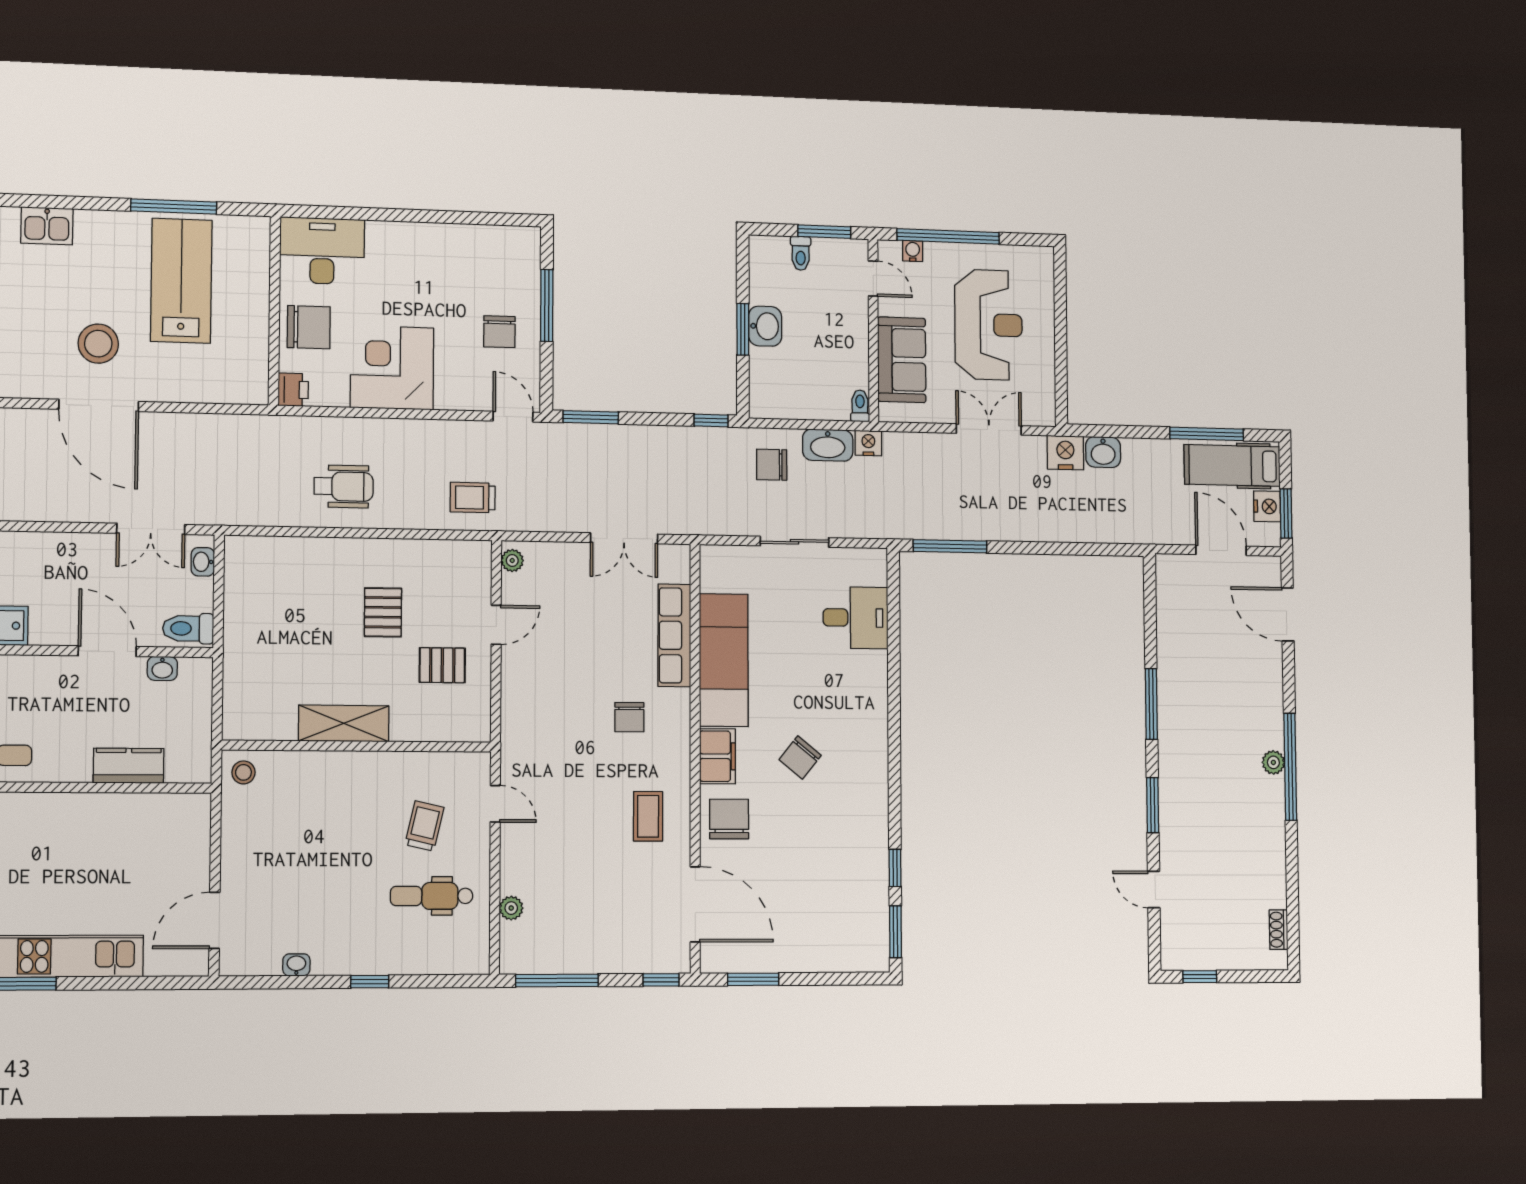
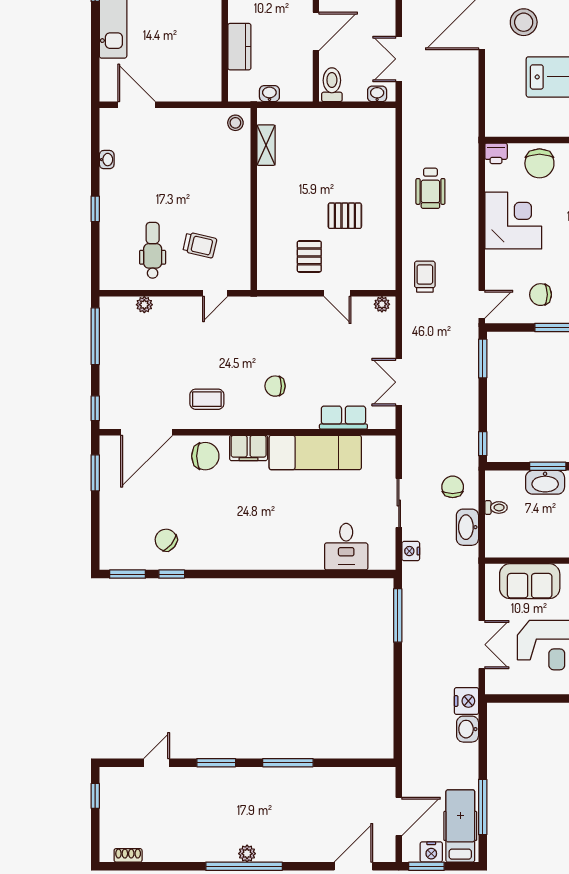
washbasin: (765, 326) -> (545, 482), width x1.38
toilet: (860, 406) -> (496, 507), moved
nightstand: (868, 443) -> (411, 551), moved, turned 180
row of seats: (674, 635) -> (343, 418), width x0.68
washbasin: (162, 668) -> (269, 94), moved, turned 90
shelving: (344, 723) -> (266, 145), moved, width x0.67, depth x0.75
chair: (800, 757) -> (166, 540), moved

